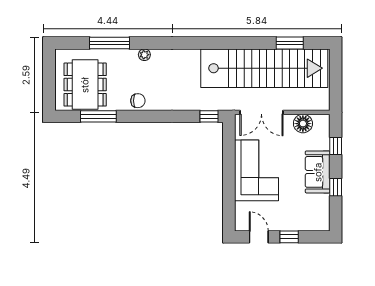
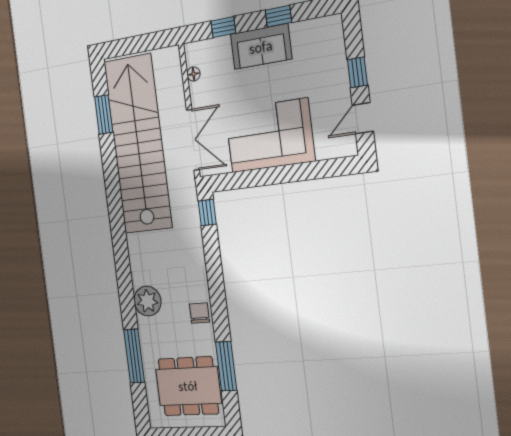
plant: (144, 55) -> (147, 301), width x1.87, depth x1.87
floor lamp: (303, 124) -> (194, 74), width x0.53, depth x0.53

